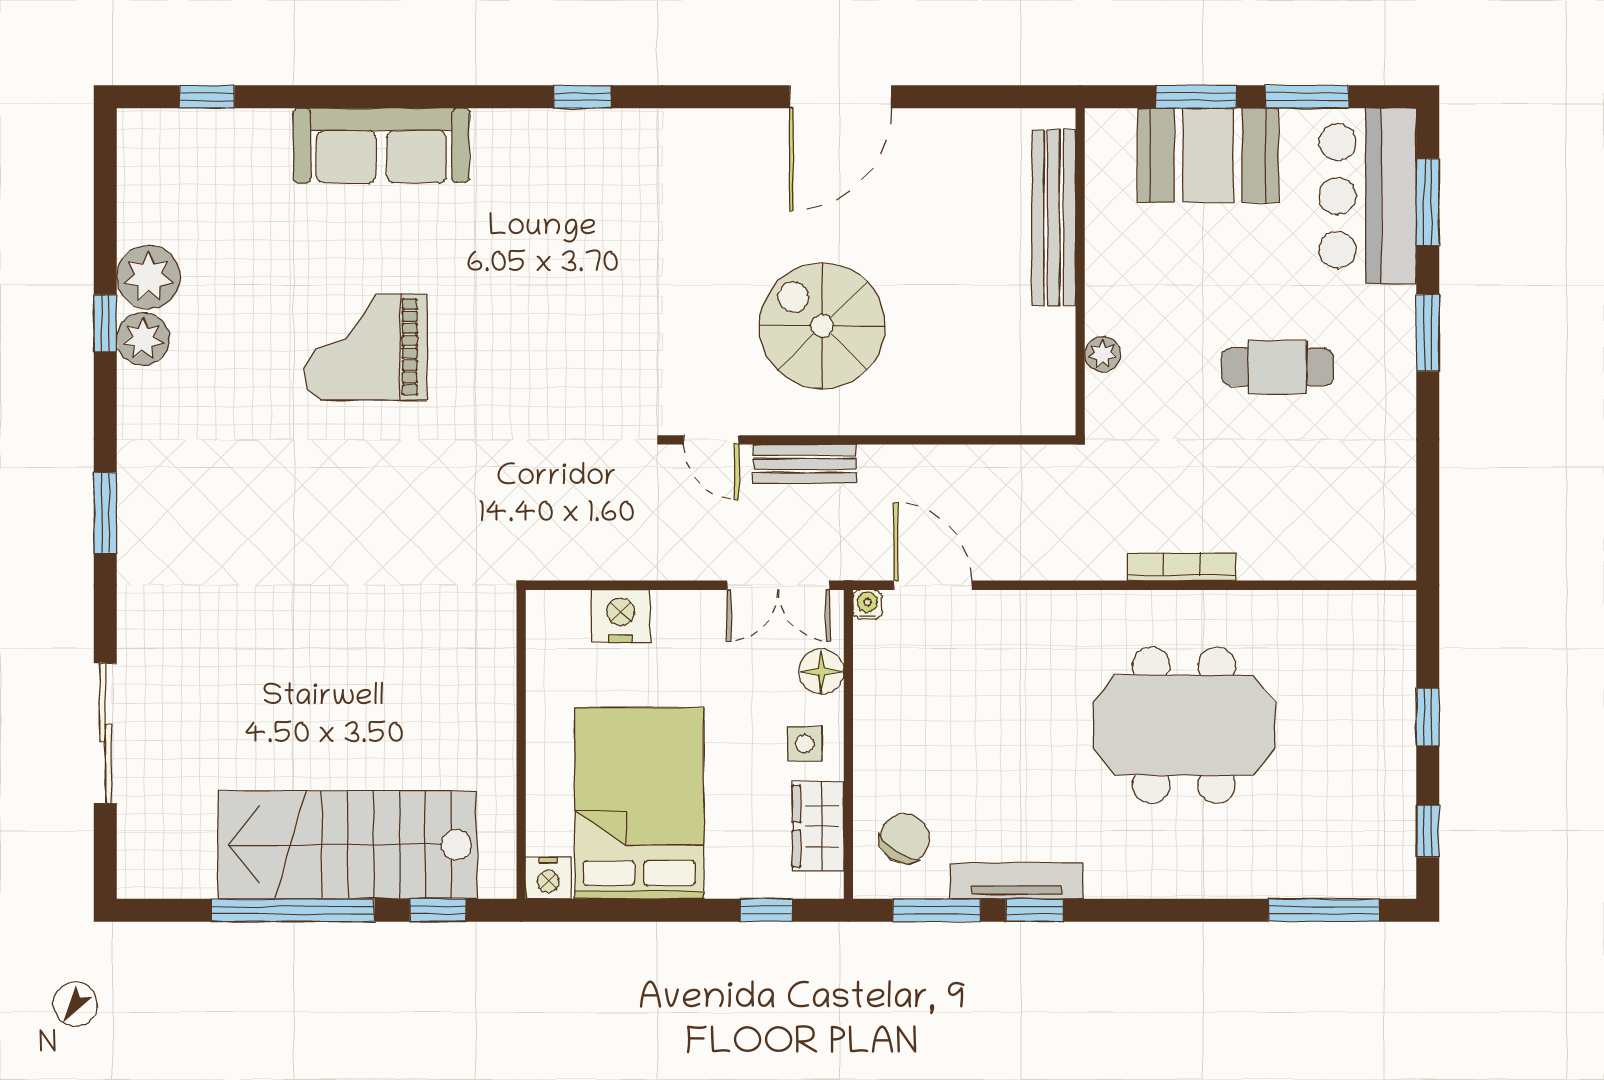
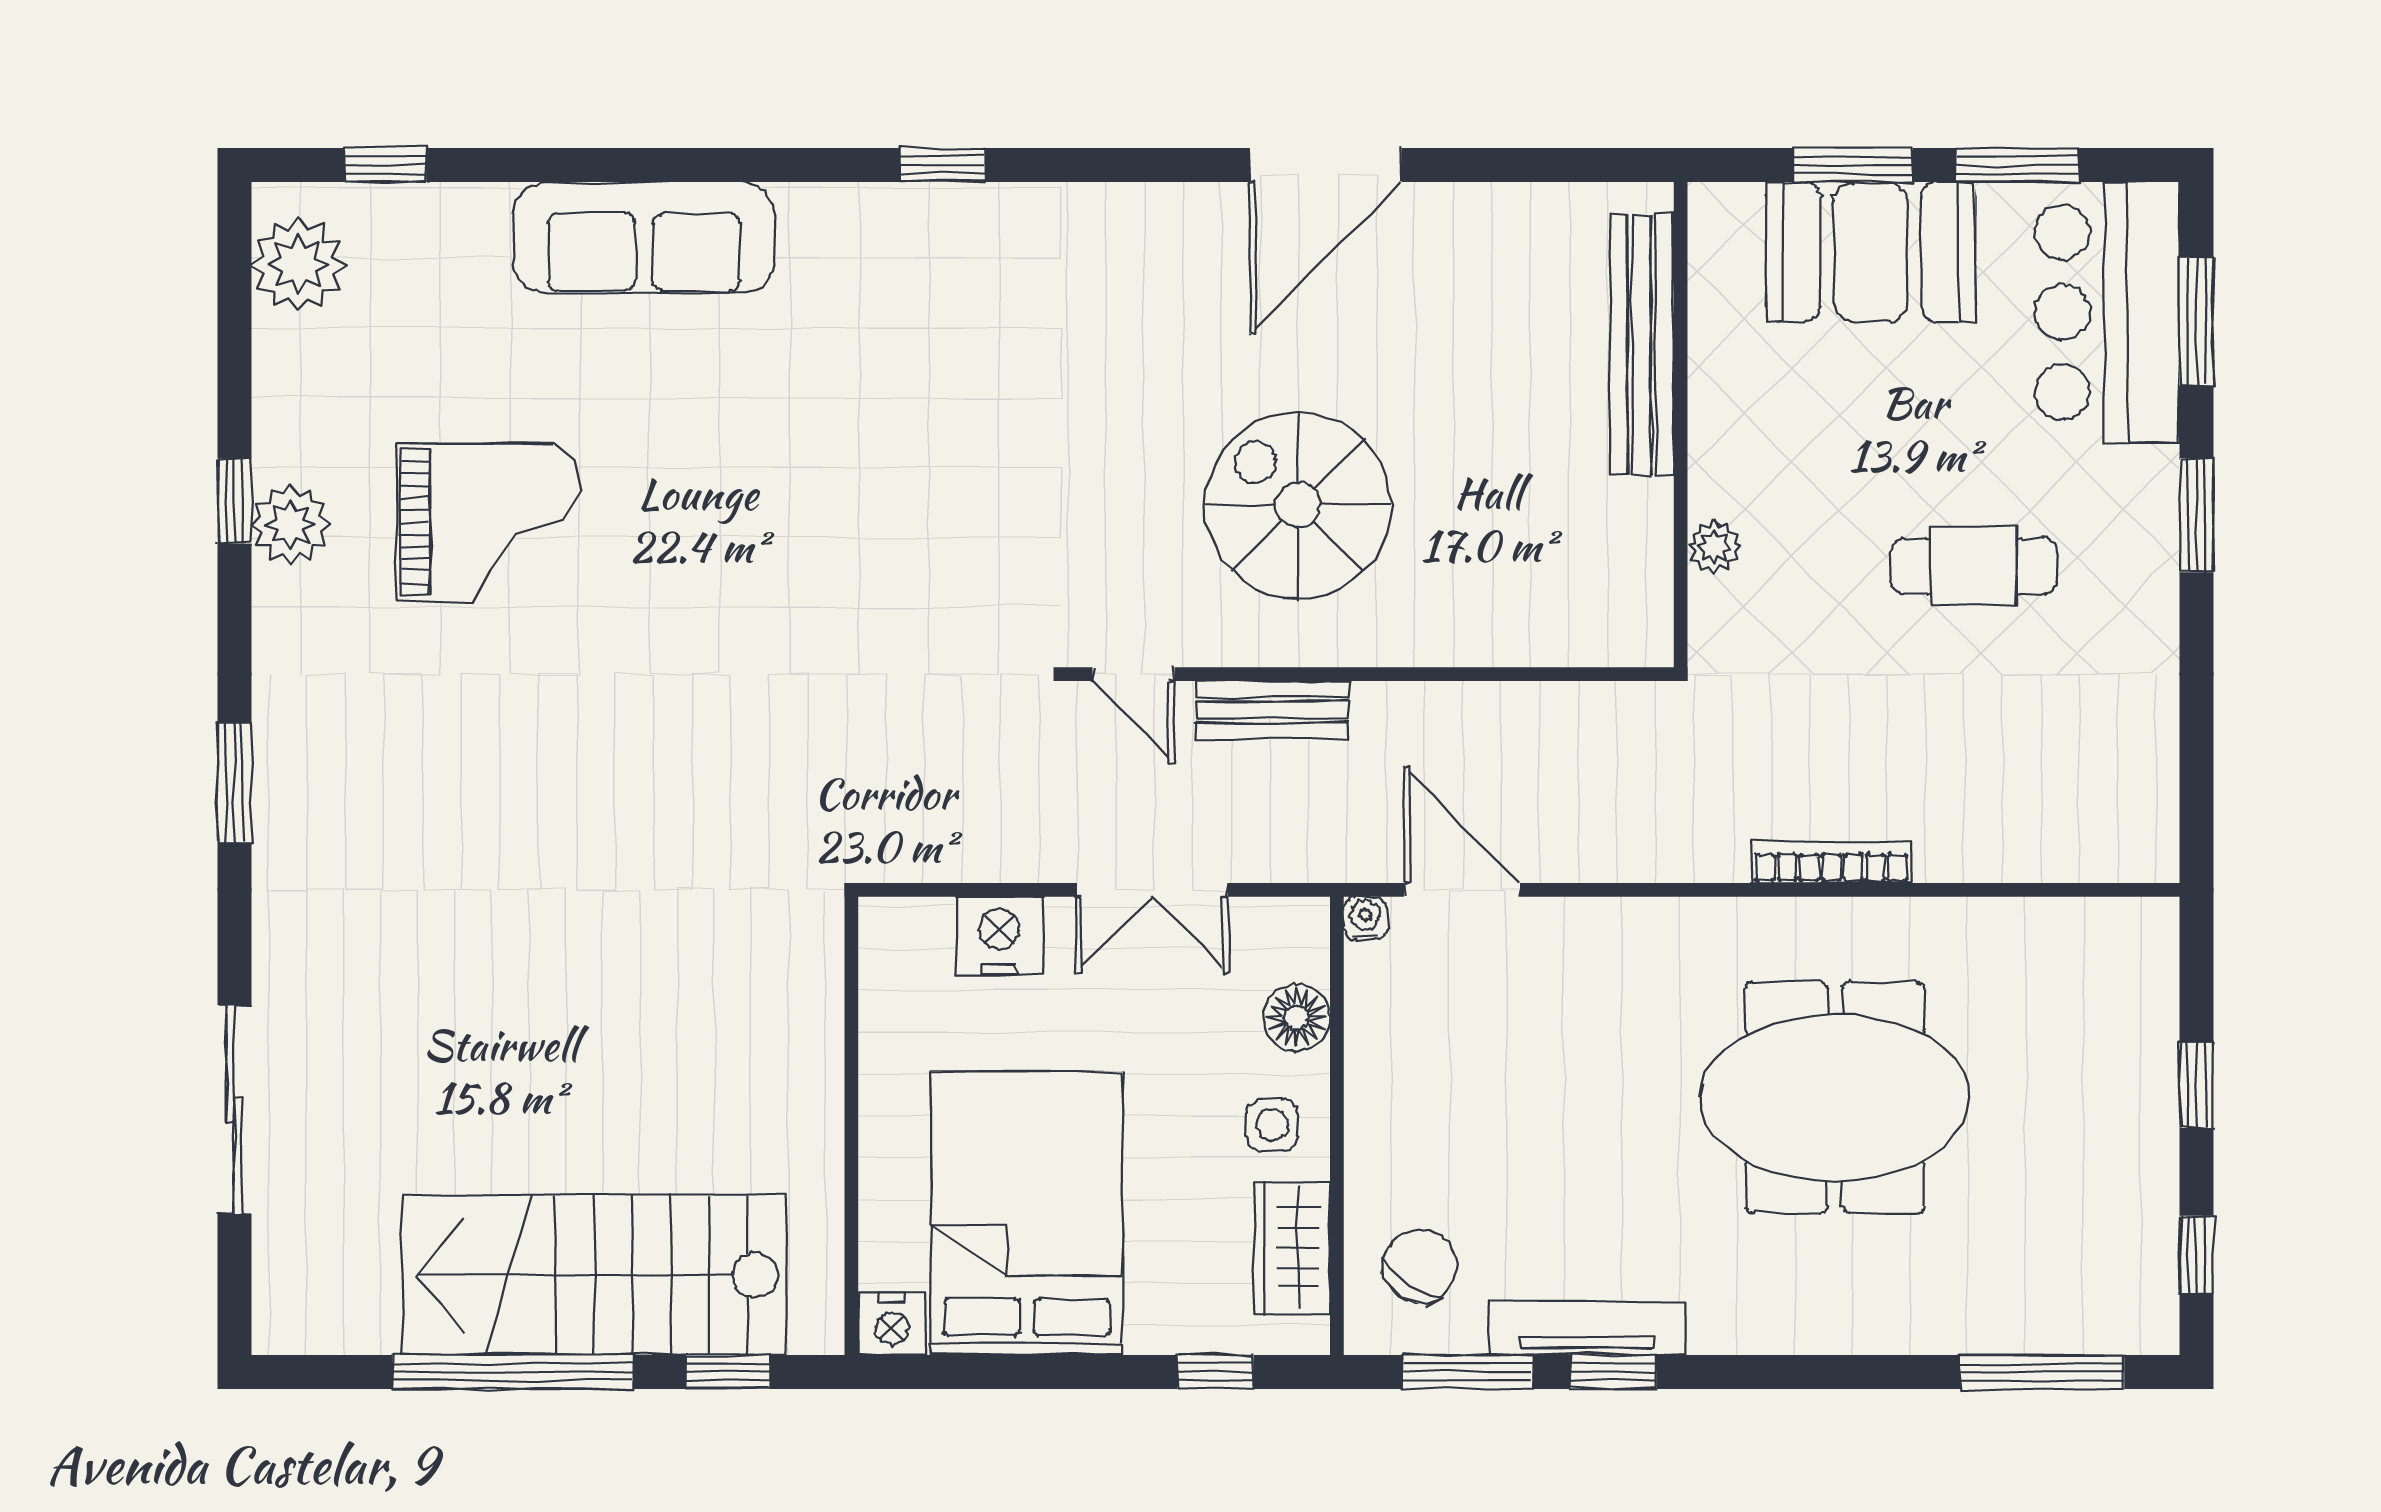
plant: (148, 277) -> (298, 265), moved
grand piano: (366, 347) -> (488, 522), moved, turned 180
double door: (778, 585) -> (1151, 890), moved

